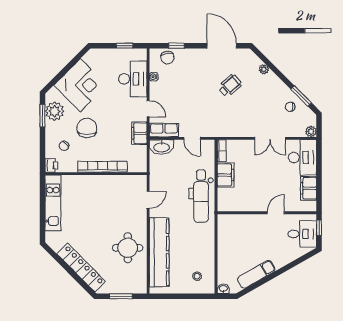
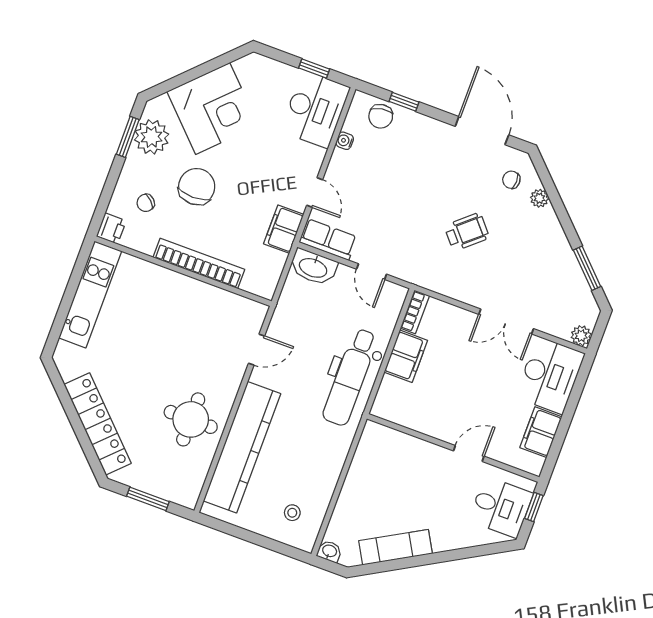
desk: (133, 79) -> (315, 109), moved
wheelchair: (230, 86) -> (467, 232), moved
chair: (290, 107) -> (511, 180), moved

